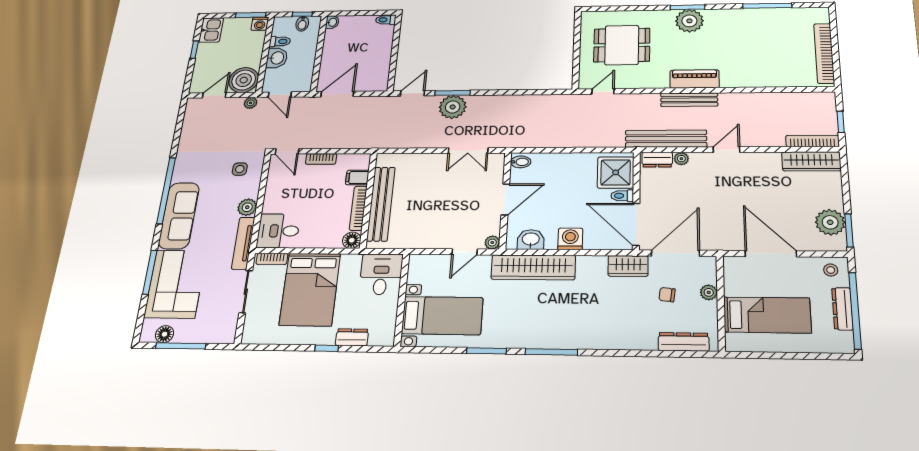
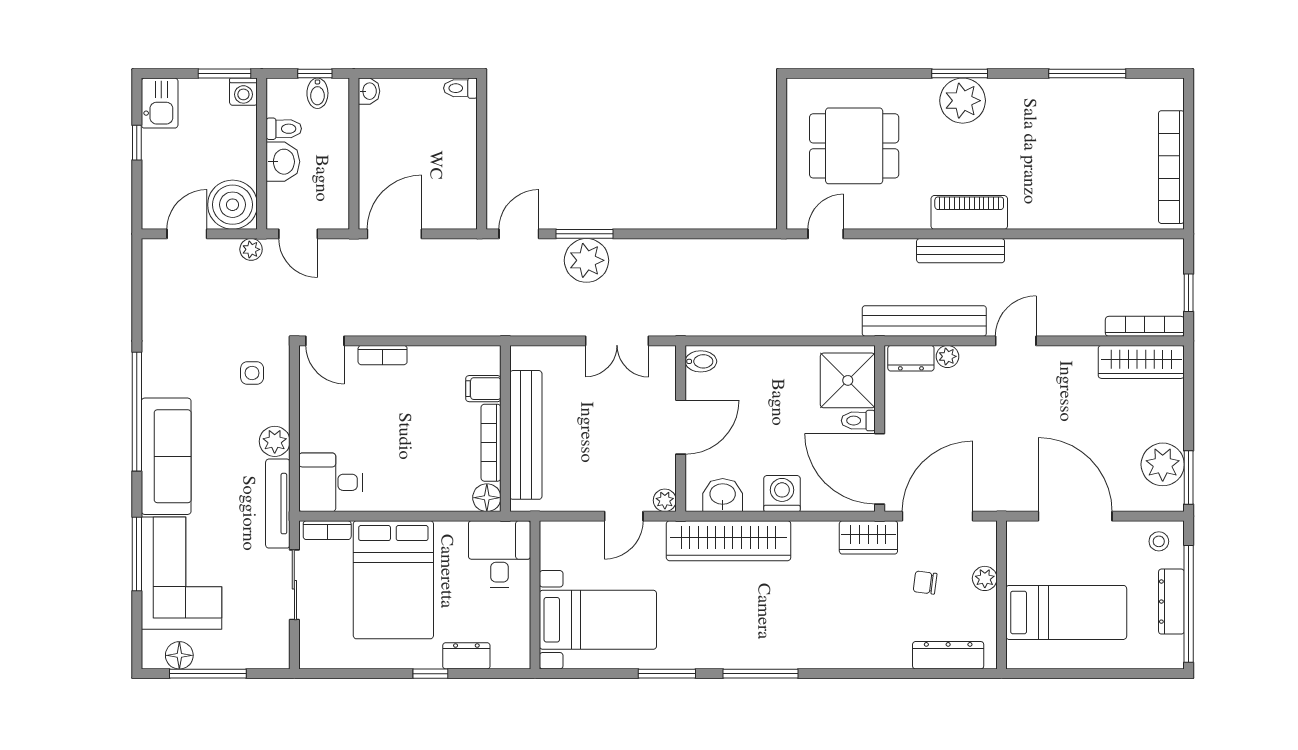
filing cabinet: (357, 178) -> (483, 389), moved
wall: (368, 200) -> (505, 428), moved
bench: (381, 204) -> (526, 435), moved
bookcase: (358, 208) -> (491, 443), moved
floor lamp: (352, 240) -> (487, 498), moved

